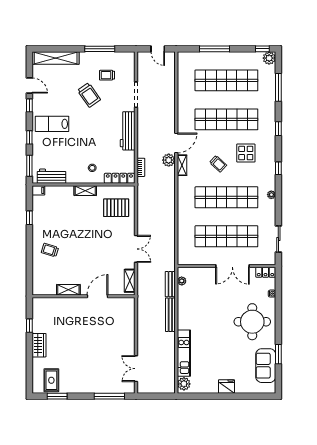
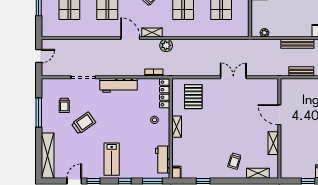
plant: (169, 160) -> (166, 45), moved
shelving: (130, 281) -> (258, 173), moved
bench: (170, 284) -> (301, 71), moved

